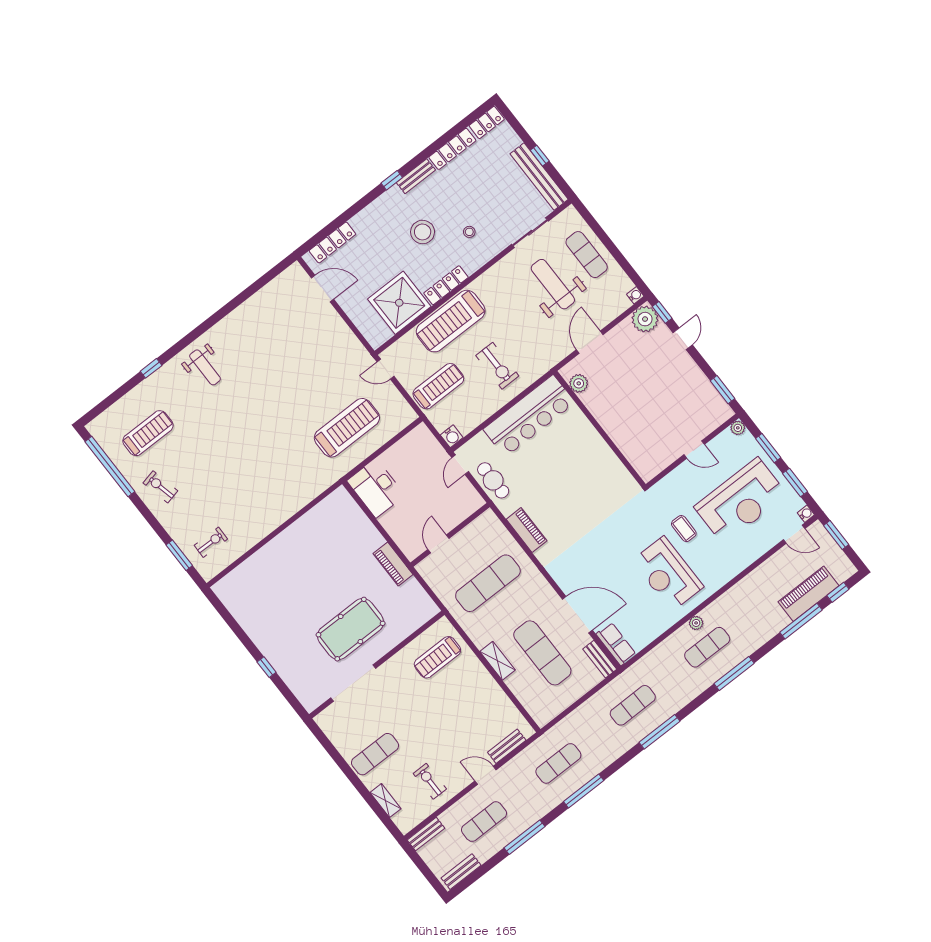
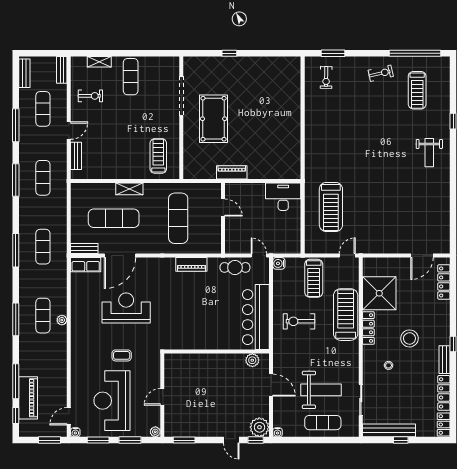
weight bench: (205, 367) -> (429, 153), turned -90
reception desk: (668, 574) -> (126, 308), moved

